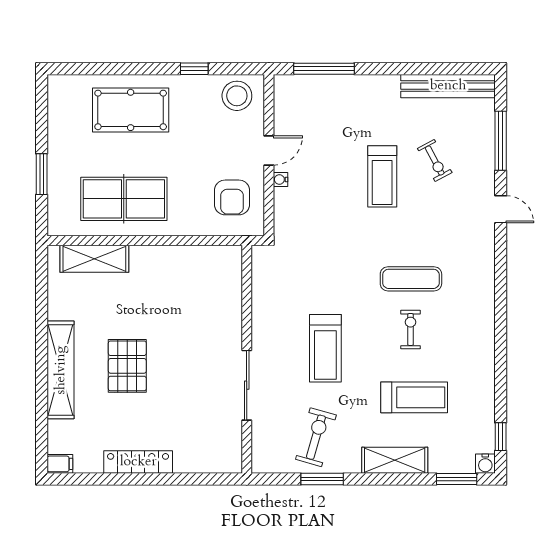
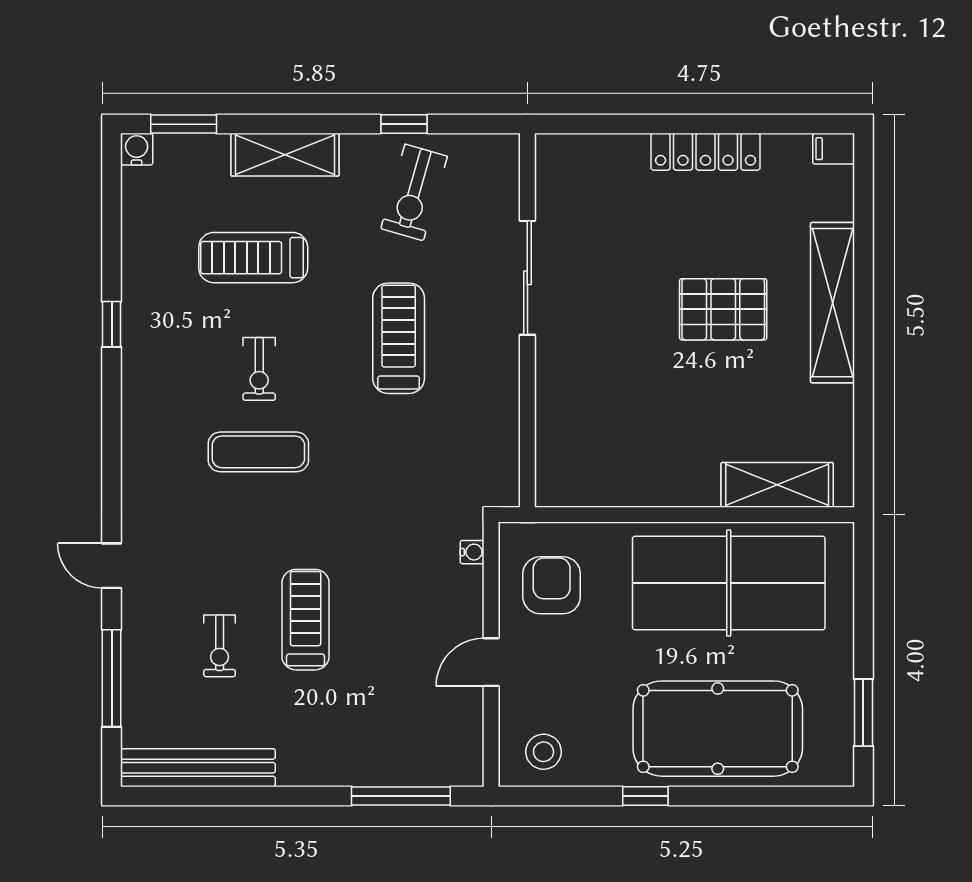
window: (194, 69) -> (645, 796), moved
stool: (237, 96) -> (544, 752), width x0.73, depth x0.73
pool table: (131, 110) -> (718, 729), width x1.36, depth x1.32
exercise bike: (435, 160) -> (220, 646), turned -152
window: (42, 174) -> (863, 713), moved
water cooler: (281, 179) -> (472, 552), moved
table tennis table: (124, 199) -> (729, 583), width x1.36, depth x1.32
pallet: (127, 366) -> (723, 309), turned 90
window: (501, 437) -> (112, 324), moved
window: (322, 479) -> (404, 124), width x0.67

